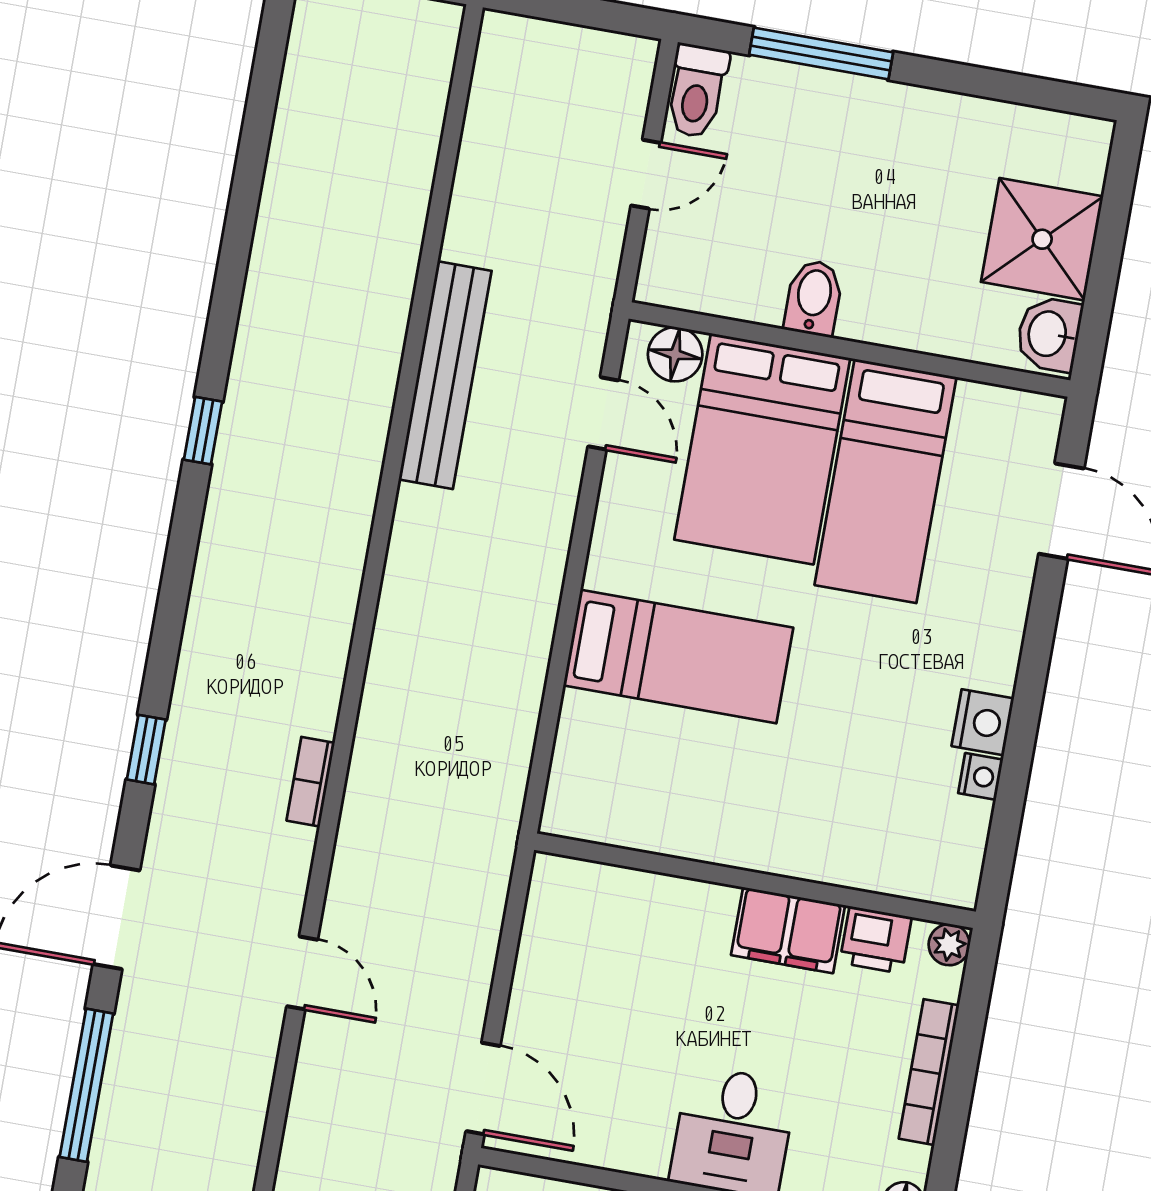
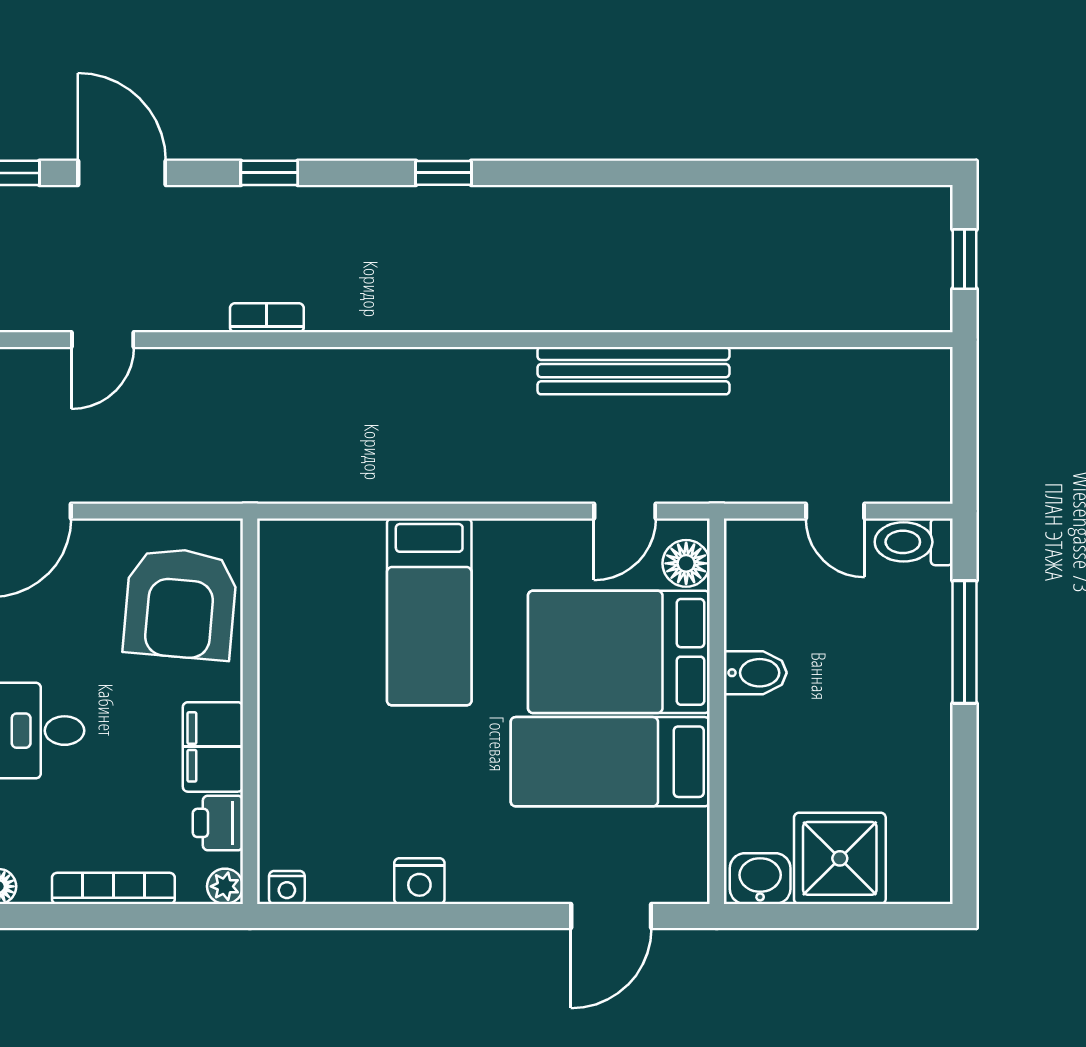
window: (203, 431) -> (443, 173), moved
nightstand: (981, 776) -> (287, 887), moved
armchair: (618, 938) -> (180, 603), added

